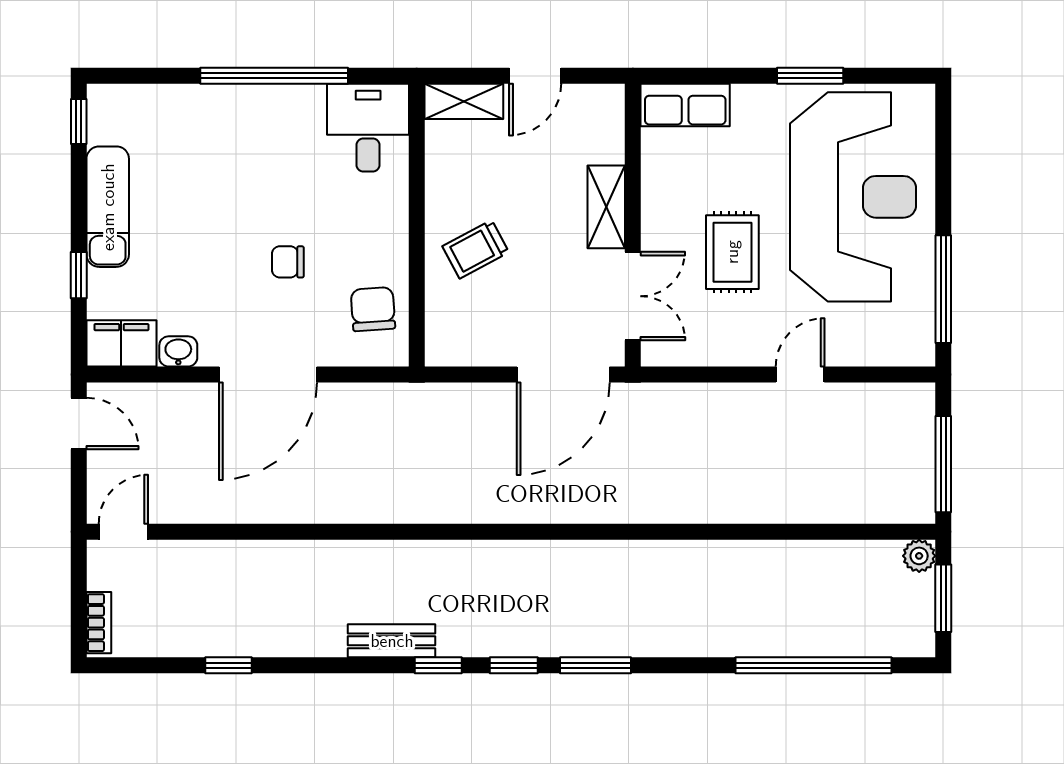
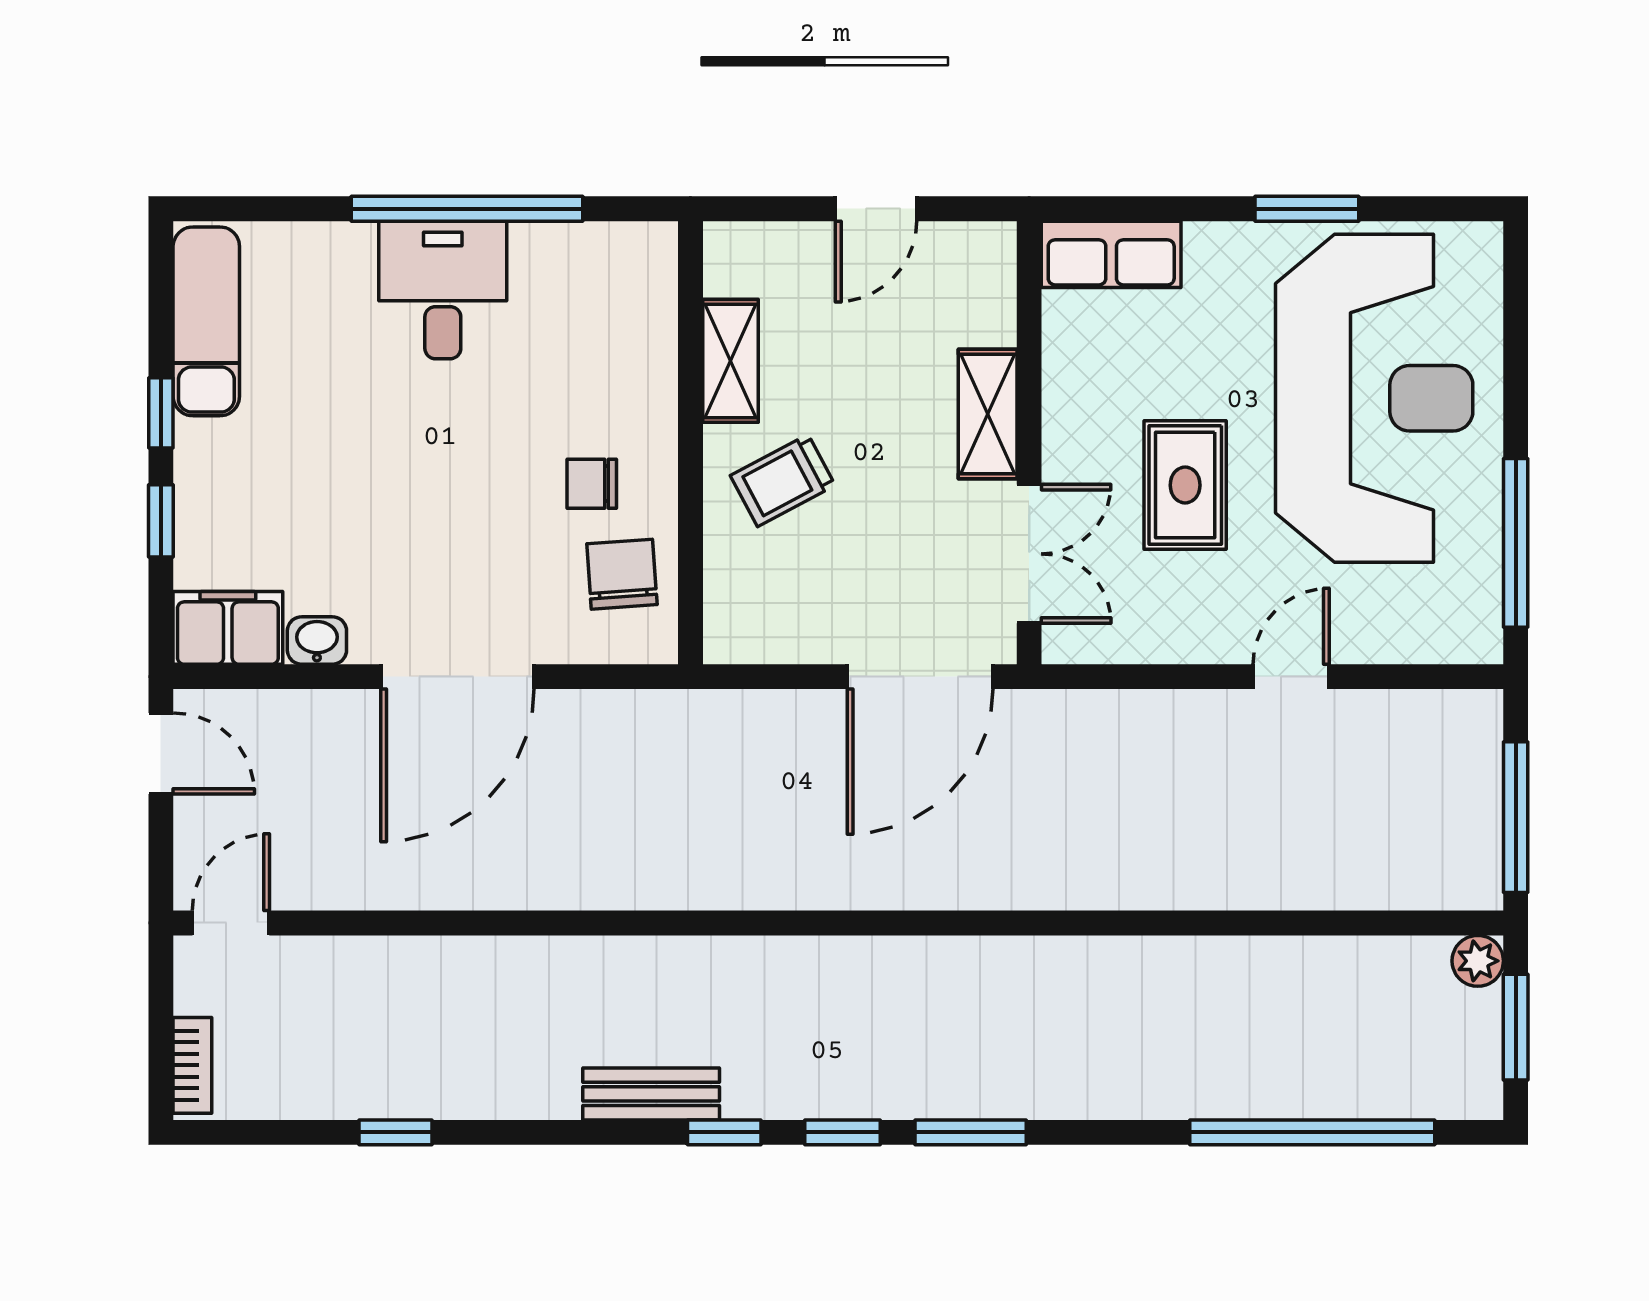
shelving: (464, 101) -> (730, 361), moved, turned 90
window: (79, 121) -> (161, 413), moved
desk: (368, 128) -> (443, 290), moved
exam couch: (108, 207) -> (206, 321), moved
chair: (288, 262) -> (592, 484), moved

